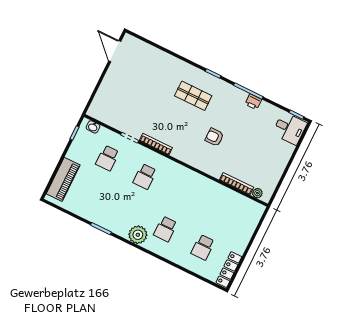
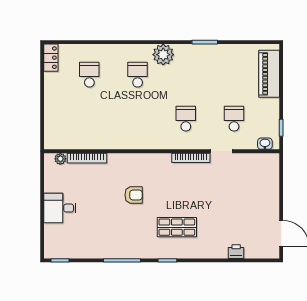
printer: (253, 102) -> (236, 252), moved
desk: (290, 128) -> (60, 208), moved
locker: (229, 270) -> (51, 58), width x0.66

